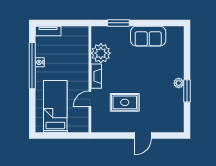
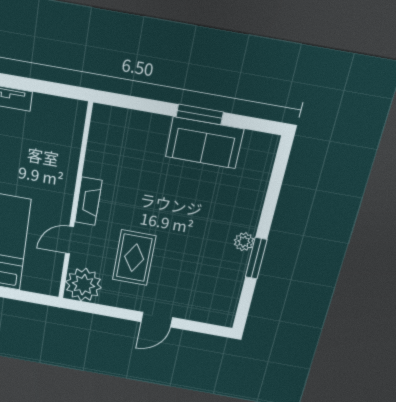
window: (118, 23) -> (200, 115), moved
plant: (101, 53) -> (84, 285), moved
rug: (125, 102) -> (134, 258), turned 90

